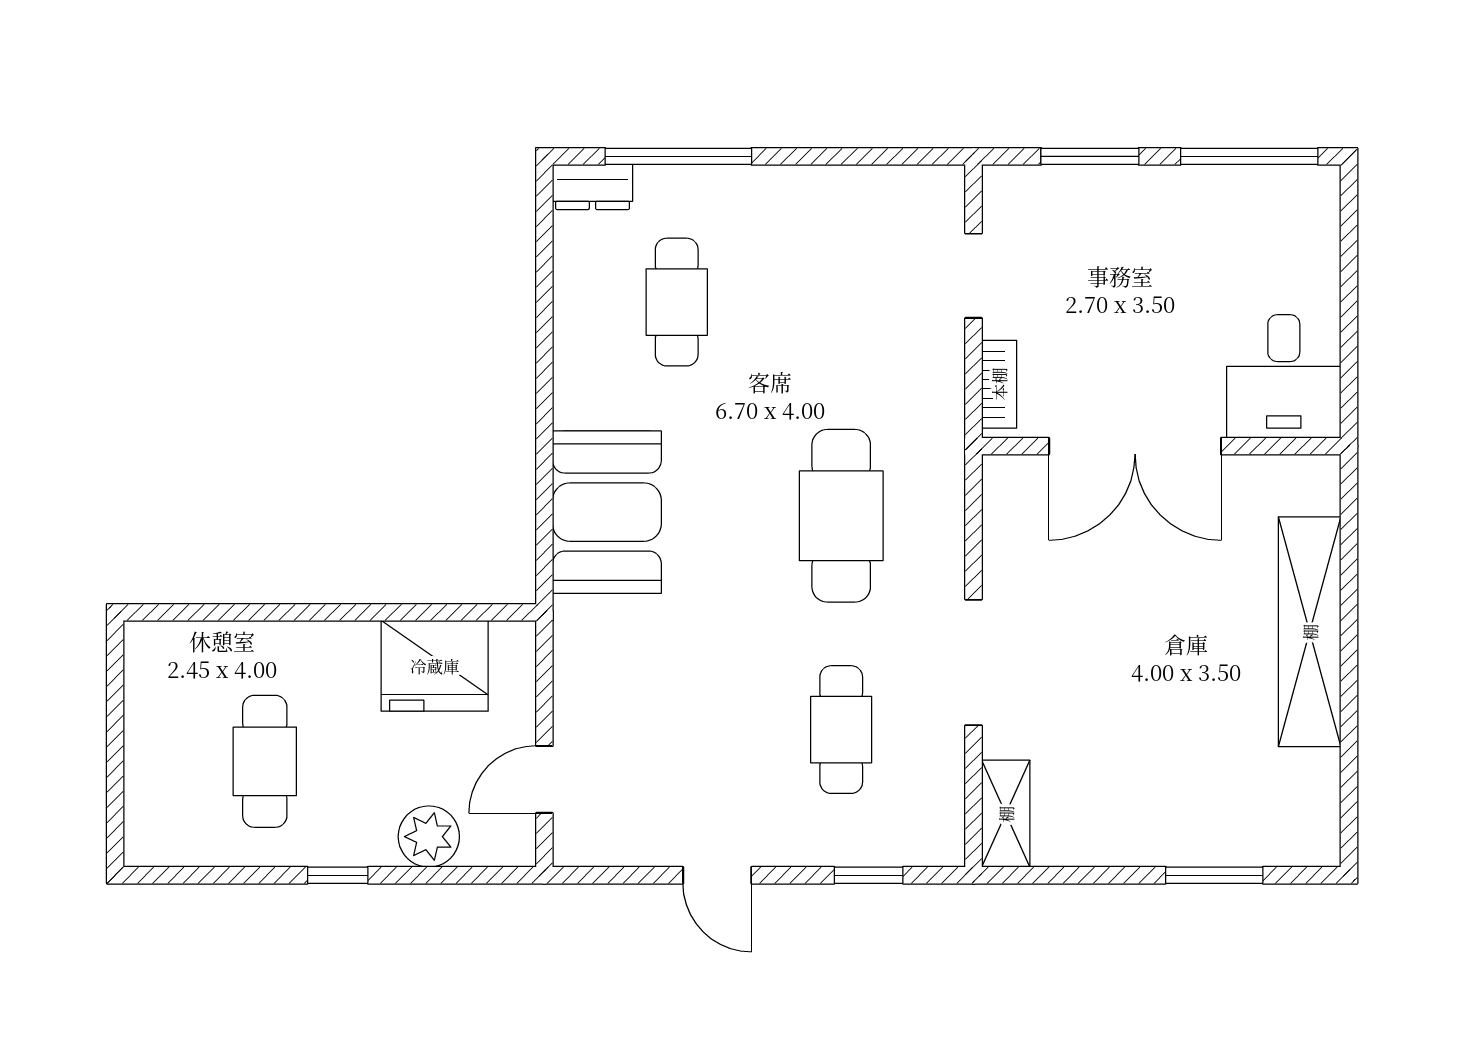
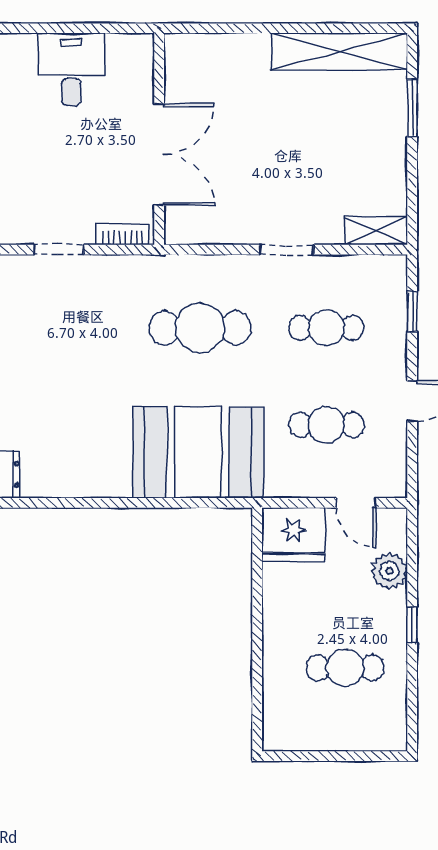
cafe table: (677, 302) -> (326, 425), moved
desk: (1284, 376) -> (71, 69), moved, turned -90
booth: (607, 512) -> (198, 452), width x1.36, depth x1.42
shelving: (1310, 632) -> (340, 51), moved
doorway: (974, 662) -> (287, 250), width x0.73
fridge: (435, 666) -> (293, 534), moved, turned 90

